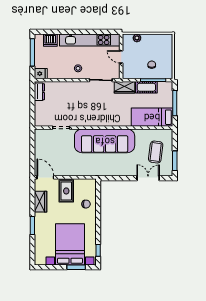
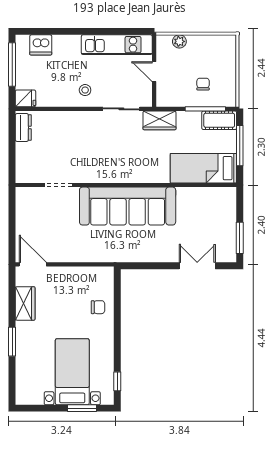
kitchen unit: (90, 40) -> (117, 45), width x0.73
cot: (146, 87) -> (219, 120), moved
coffee table: (156, 152) -> (209, 224), removed
rug: (66, 191) -> (66, 286), removed
bed with nightstands: (70, 244) -> (72, 372), width x0.73

